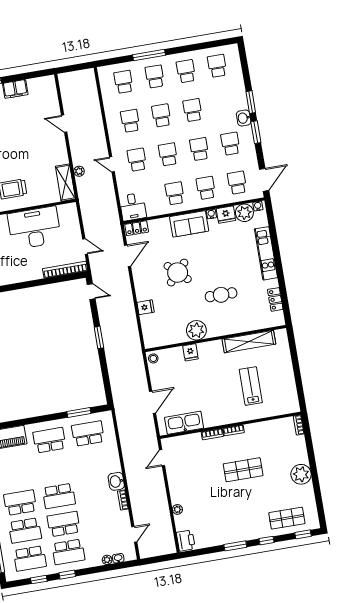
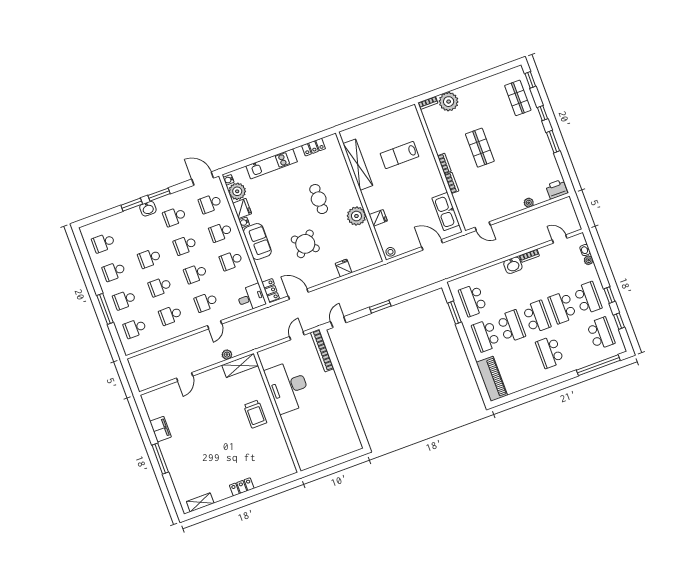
plant: (301, 474) -> (449, 102), moved
school desk: (25, 531) -> (511, 326), moved

